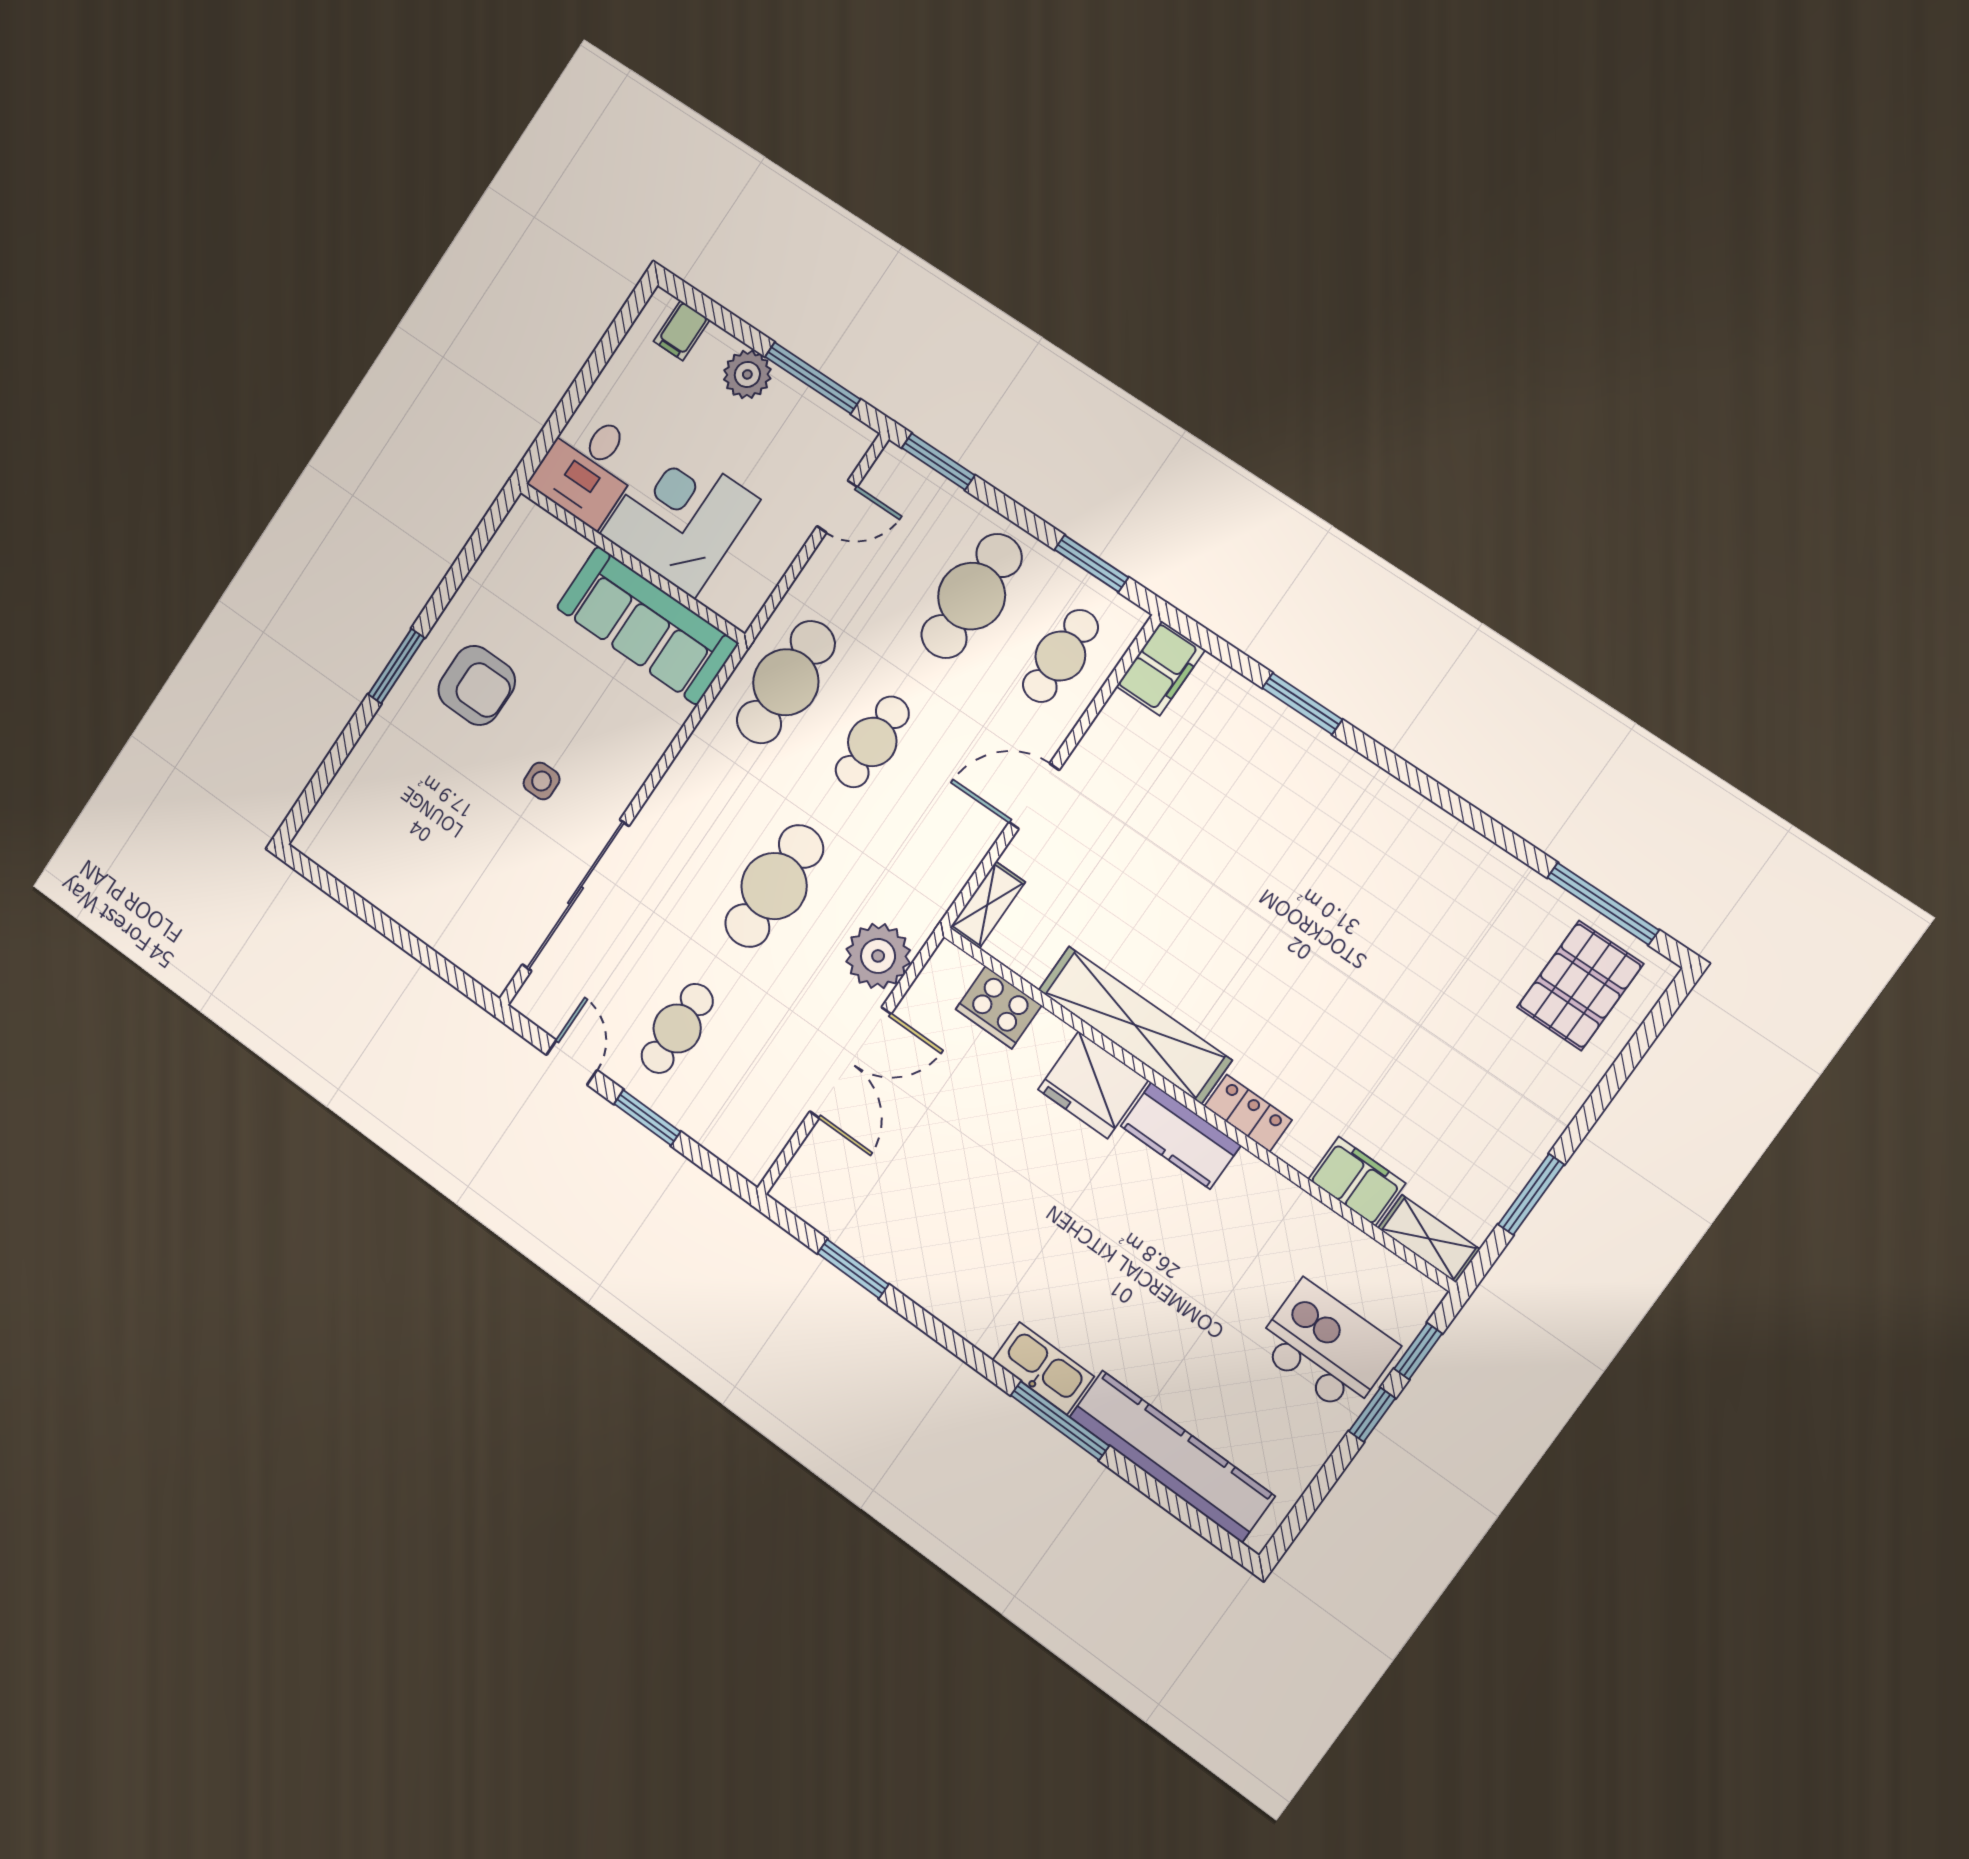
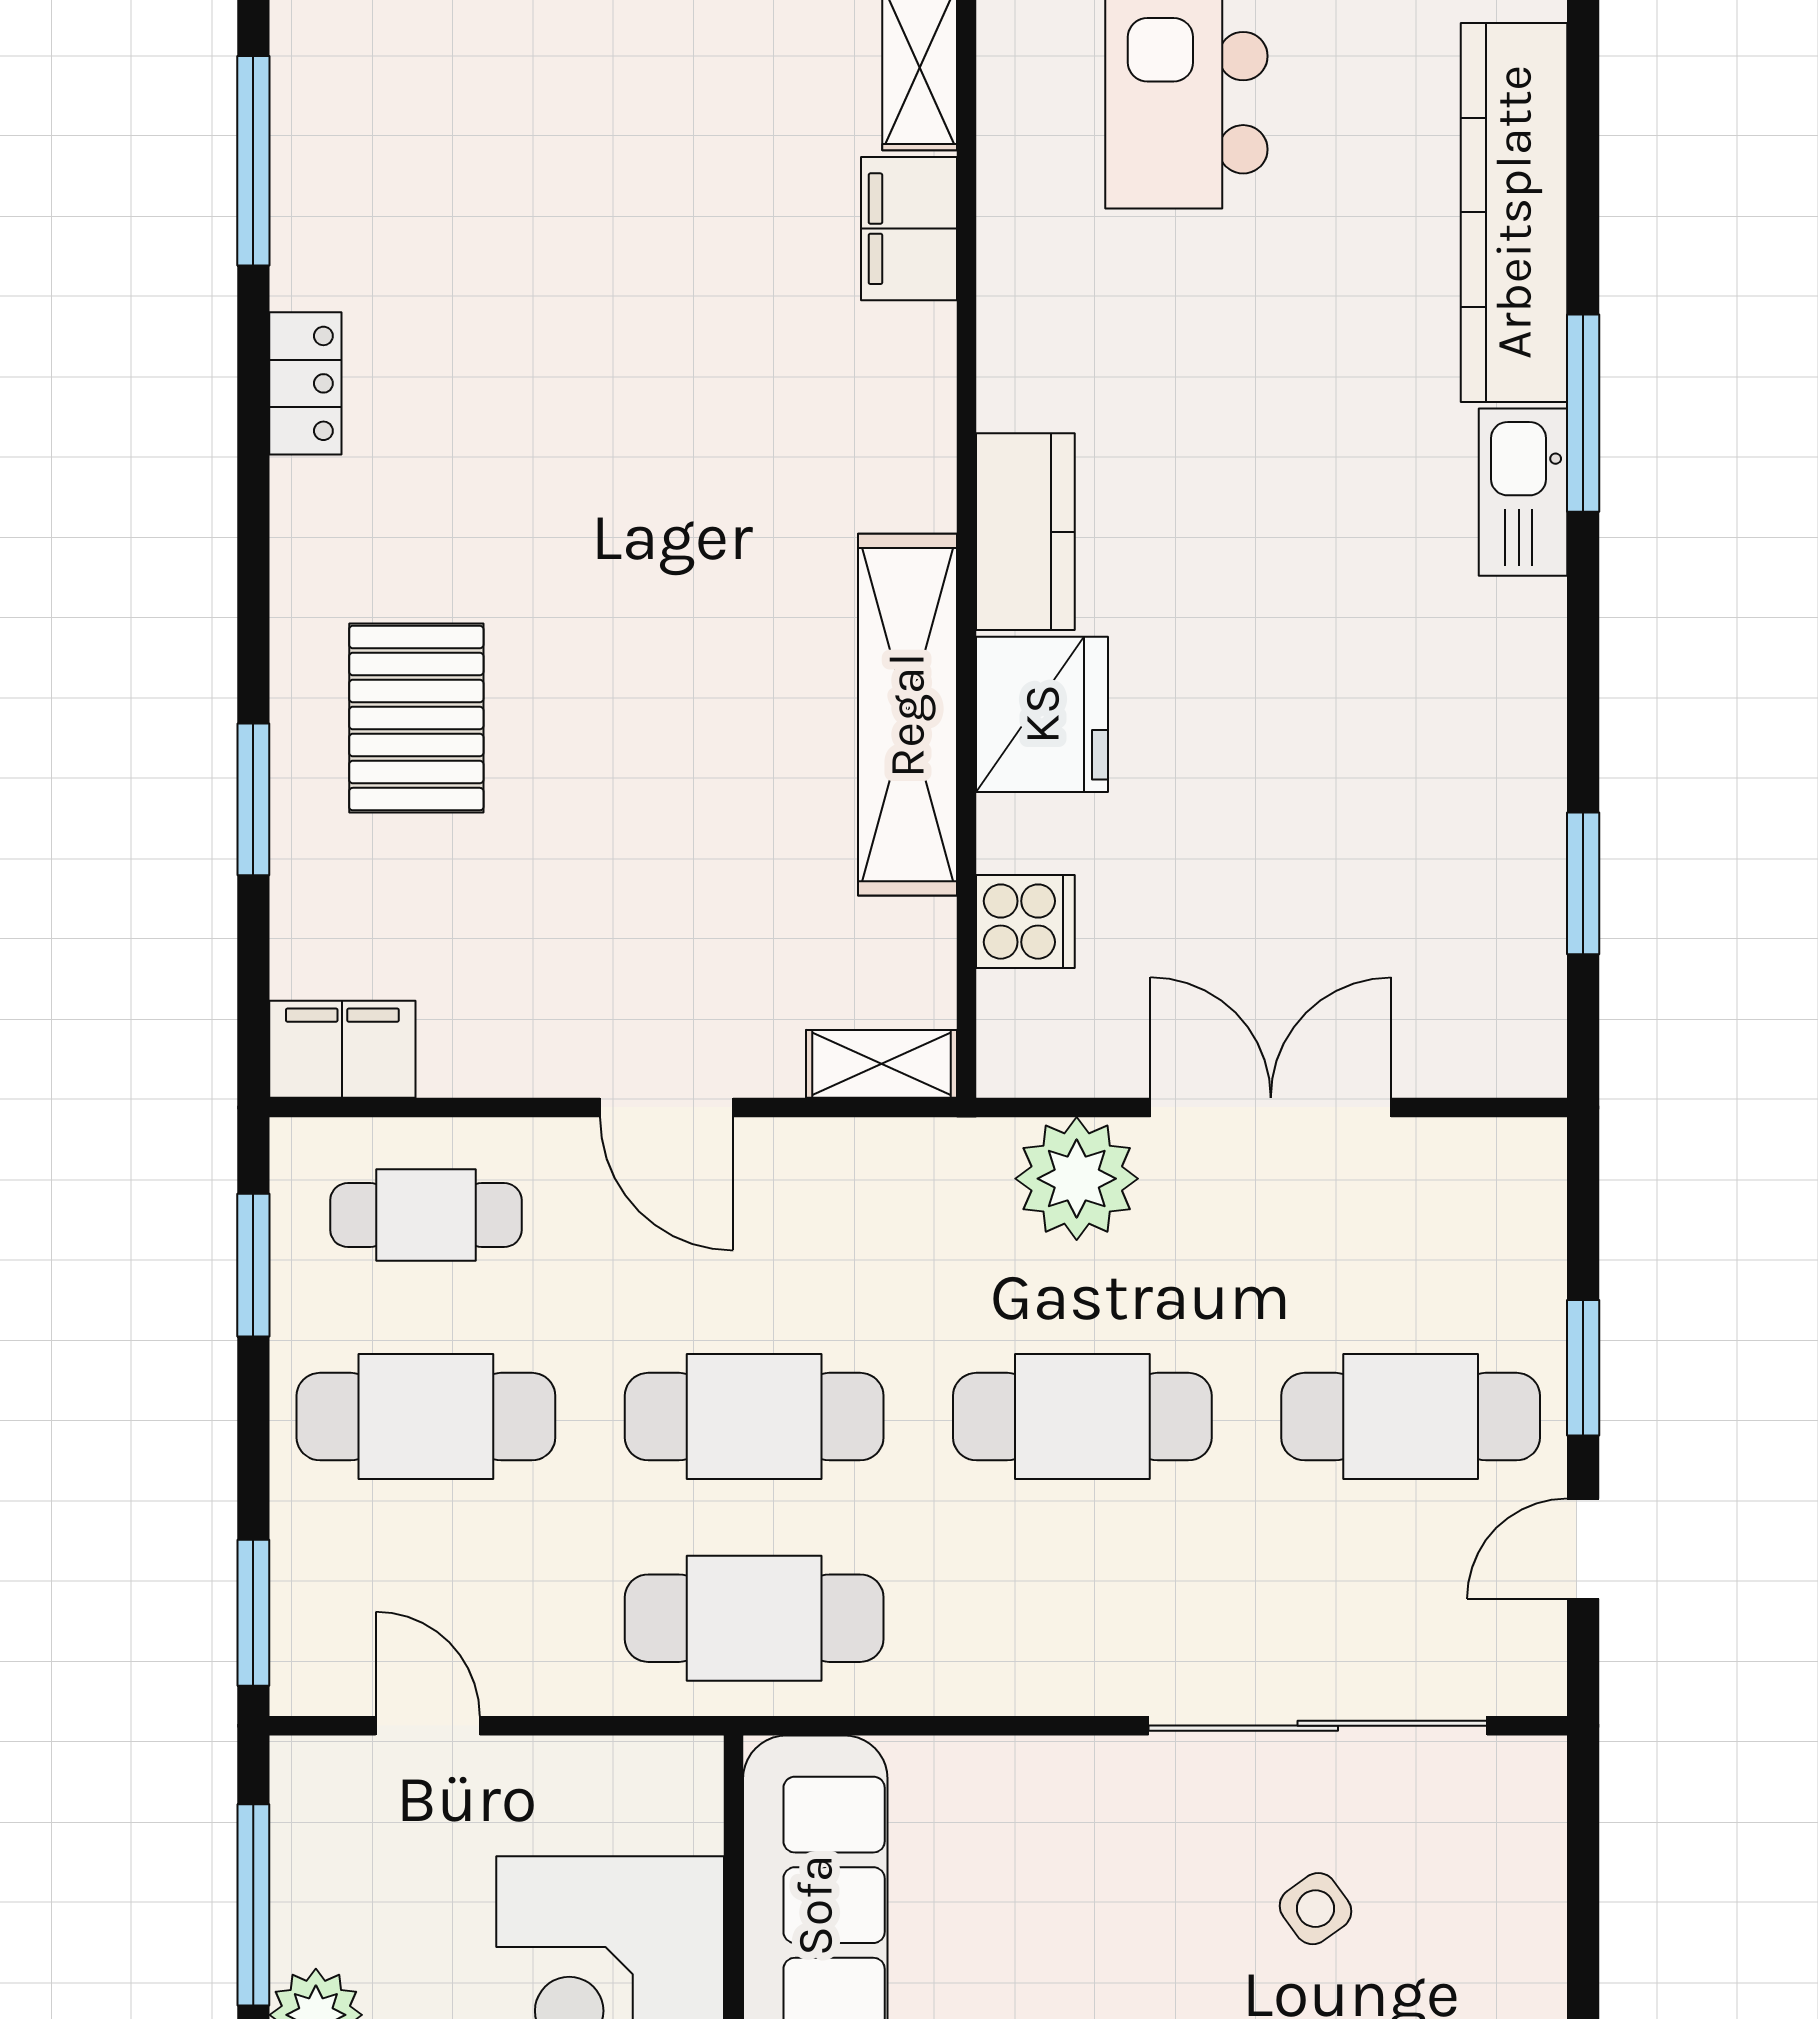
cafe table: (872, 742) -> (754, 1417), width x1.37, depth x1.35
side table: (542, 781) -> (1315, 1909), moved, turned -35
pallet: (1580, 986) -> (416, 718), moved, turned 90
cooker: (999, 1007) -> (1025, 922), width x0.73
cafe table: (677, 1028) -> (1411, 1417), width x1.37, depth x1.35
locker: (1248, 1113) -> (305, 383), moved, turned 180

